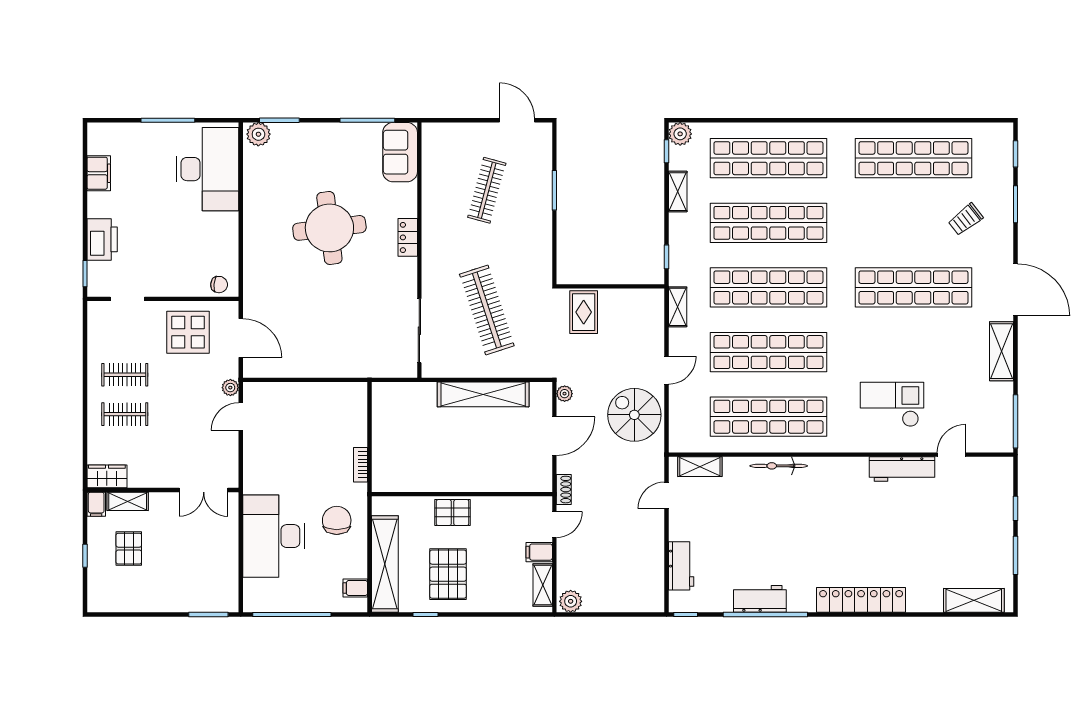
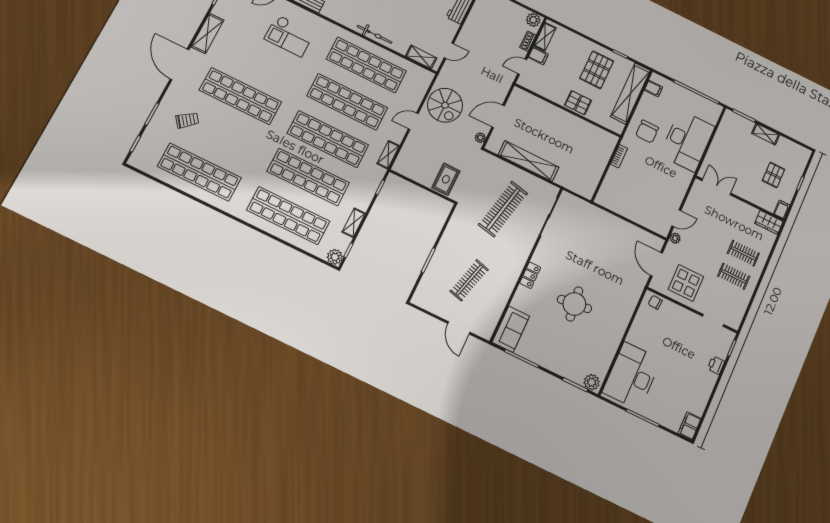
door: (517, 120) -> (459, 328), moved
filing cabinet: (99, 173) -> (690, 426), moved
round table: (329, 228) -> (574, 304), width x0.73, depth x0.73
printer: (102, 239) -> (716, 365), width x0.53, depth x0.68
clothes rail: (487, 310) -> (503, 209), turned 30
shoe rack: (564, 490) -> (528, 41), moved
shelving: (128, 501) -> (766, 134), moved

